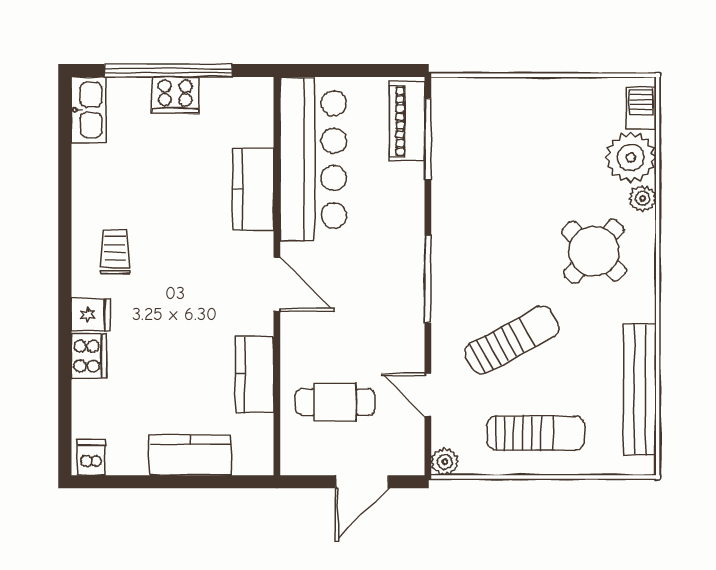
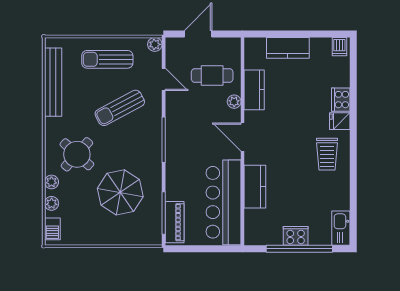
plant: (631, 157) -> (52, 203), width x0.53, depth x0.53
parasol: (511, 178) -> (120, 192), added
trolley: (115, 252) -> (327, 154), width x1.36, depth x1.39
plant: (293, 352) -> (234, 102), added

